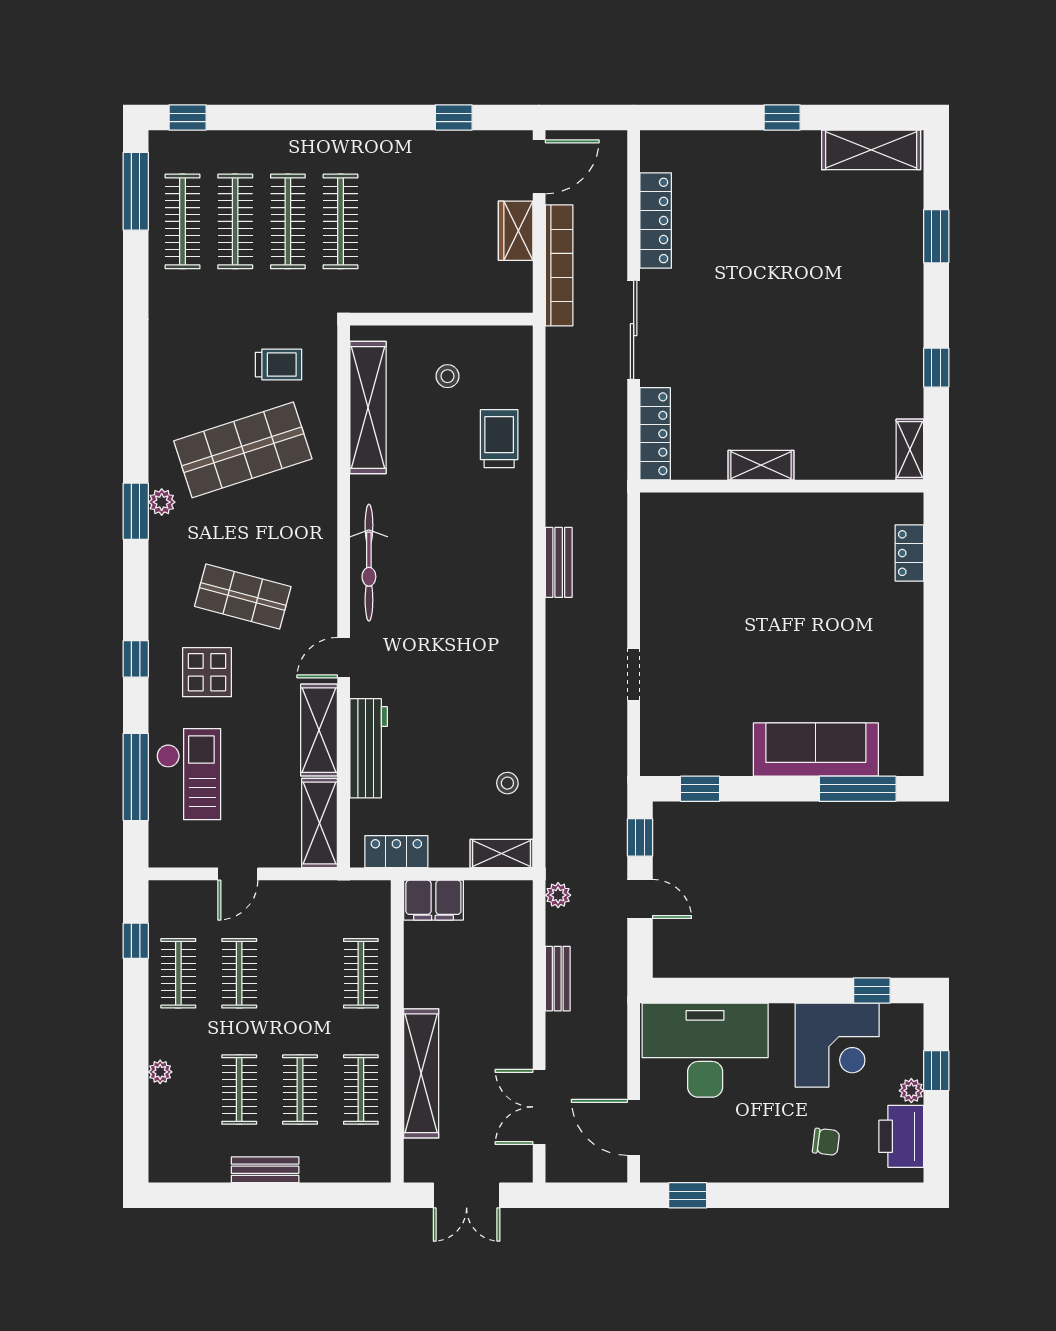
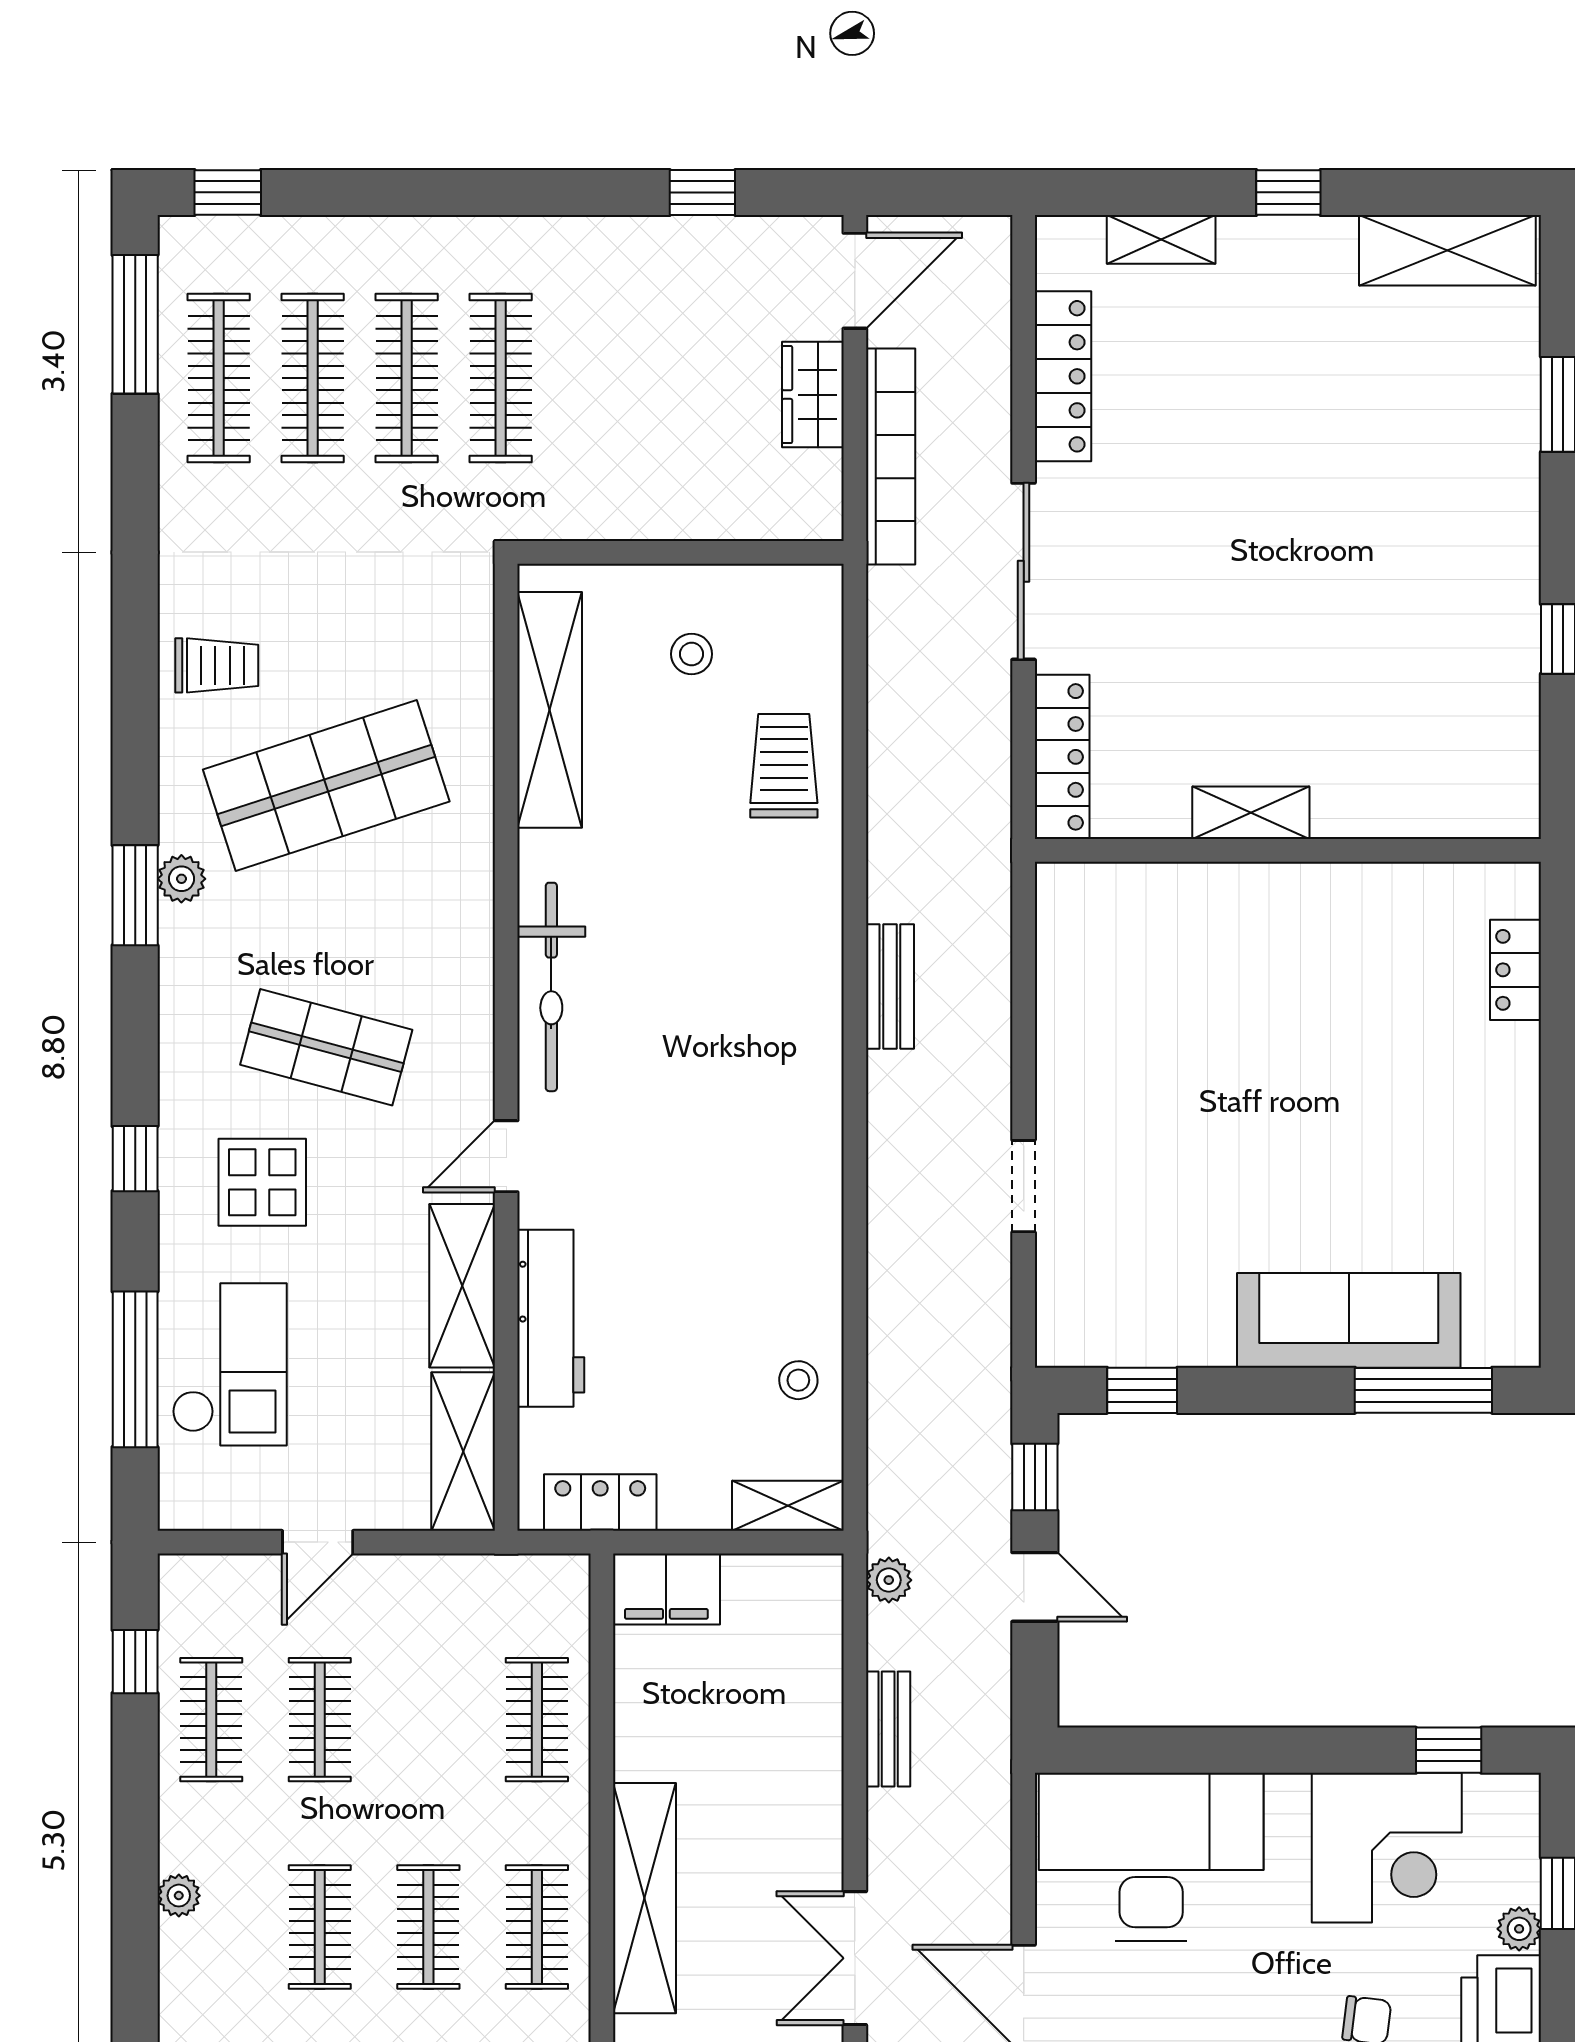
trolley: (278, 365) -> (217, 665), moved
shelving: (910, 449) -> (1161, 239), moved, turned 90

